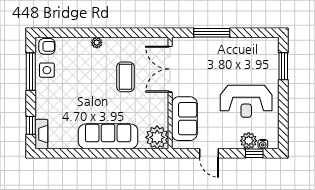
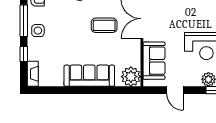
side table: (47, 70) -> (38, 31), moved
coffee table: (125, 77) -> (104, 25), turned 90
window: (31, 125) -> (24, 54), moved

